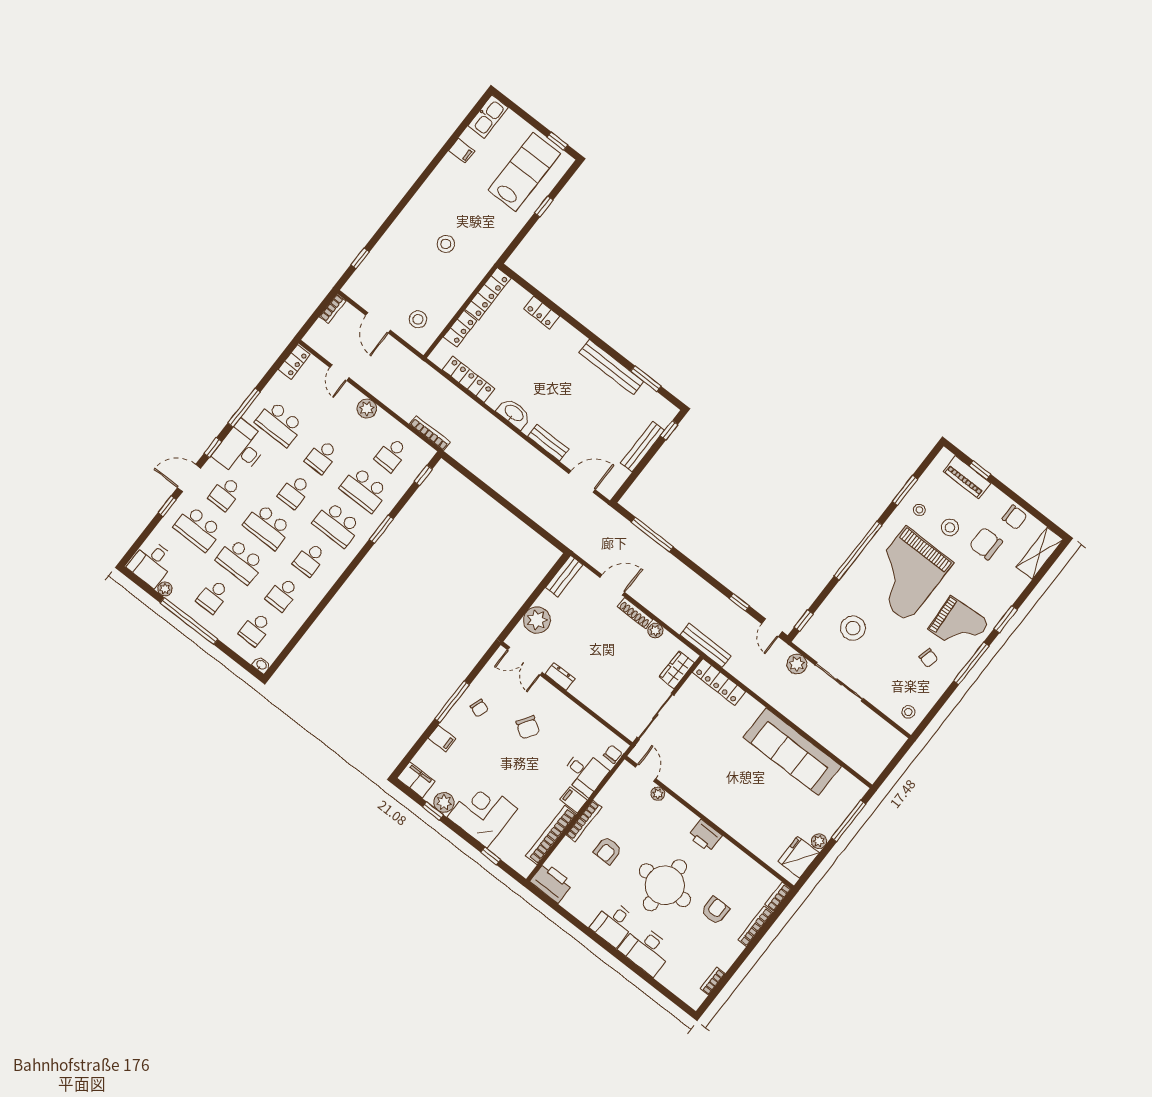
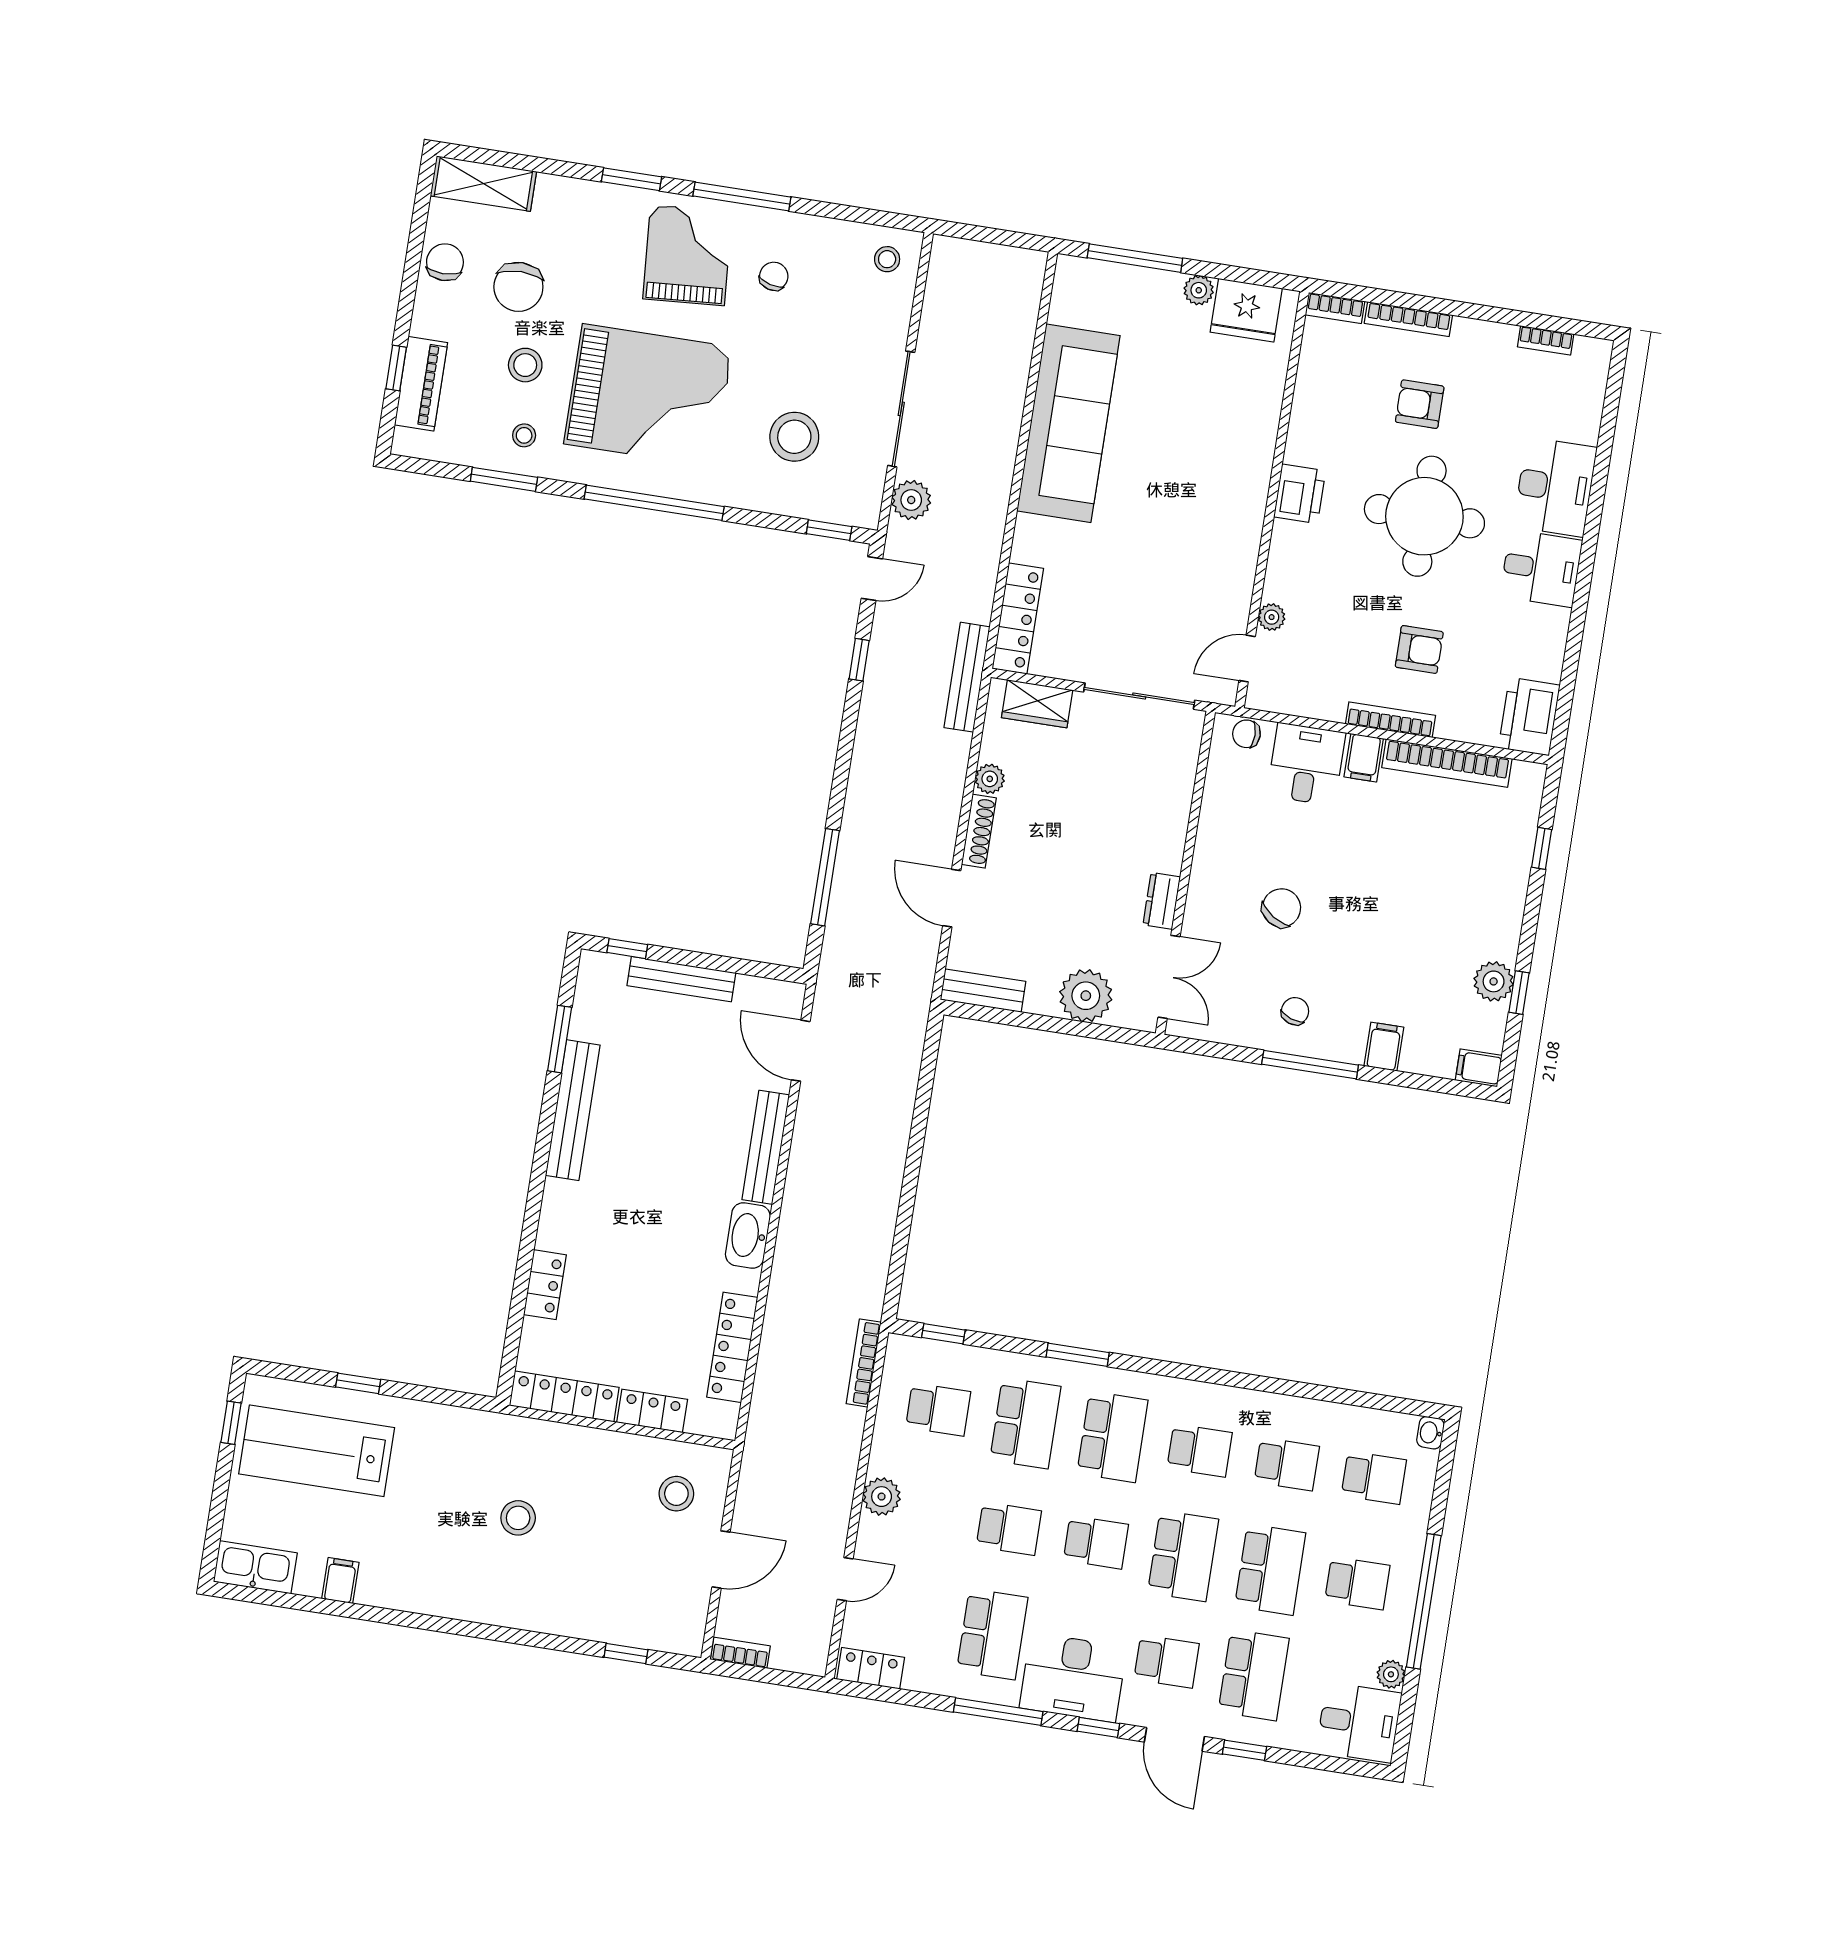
bench: (548, 443) -> (766, 1147), width x1.36
filing cabinet: (416, 780) -> (1479, 1068), width x0.50
corner desk: (482, 813) -> (1475, 904), removed

